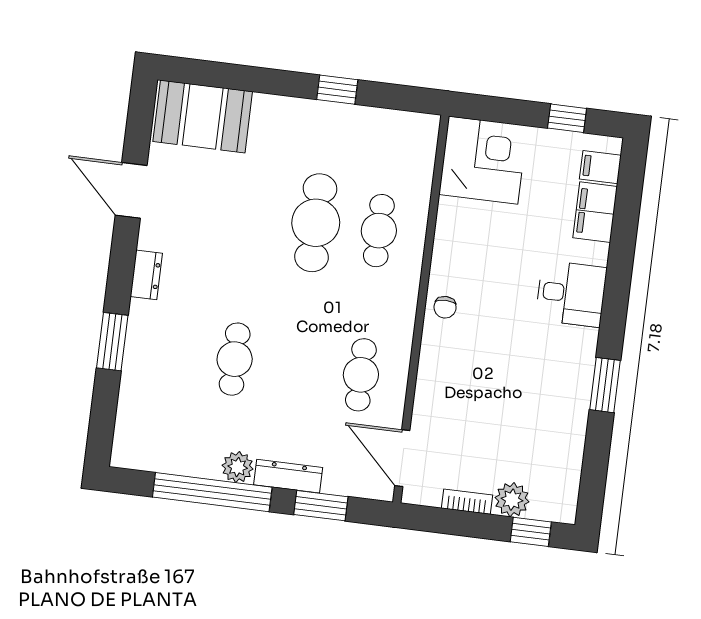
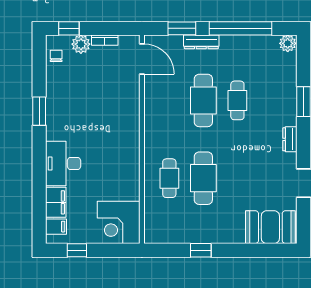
desk: (571, 294) -> (63, 164), width x1.37
chair: (445, 307) -> (56, 56), moved
cafe table: (361, 375) -> (203, 100), moved, width x1.37, depth x1.35
plant: (238, 467) -> (288, 43), moved

